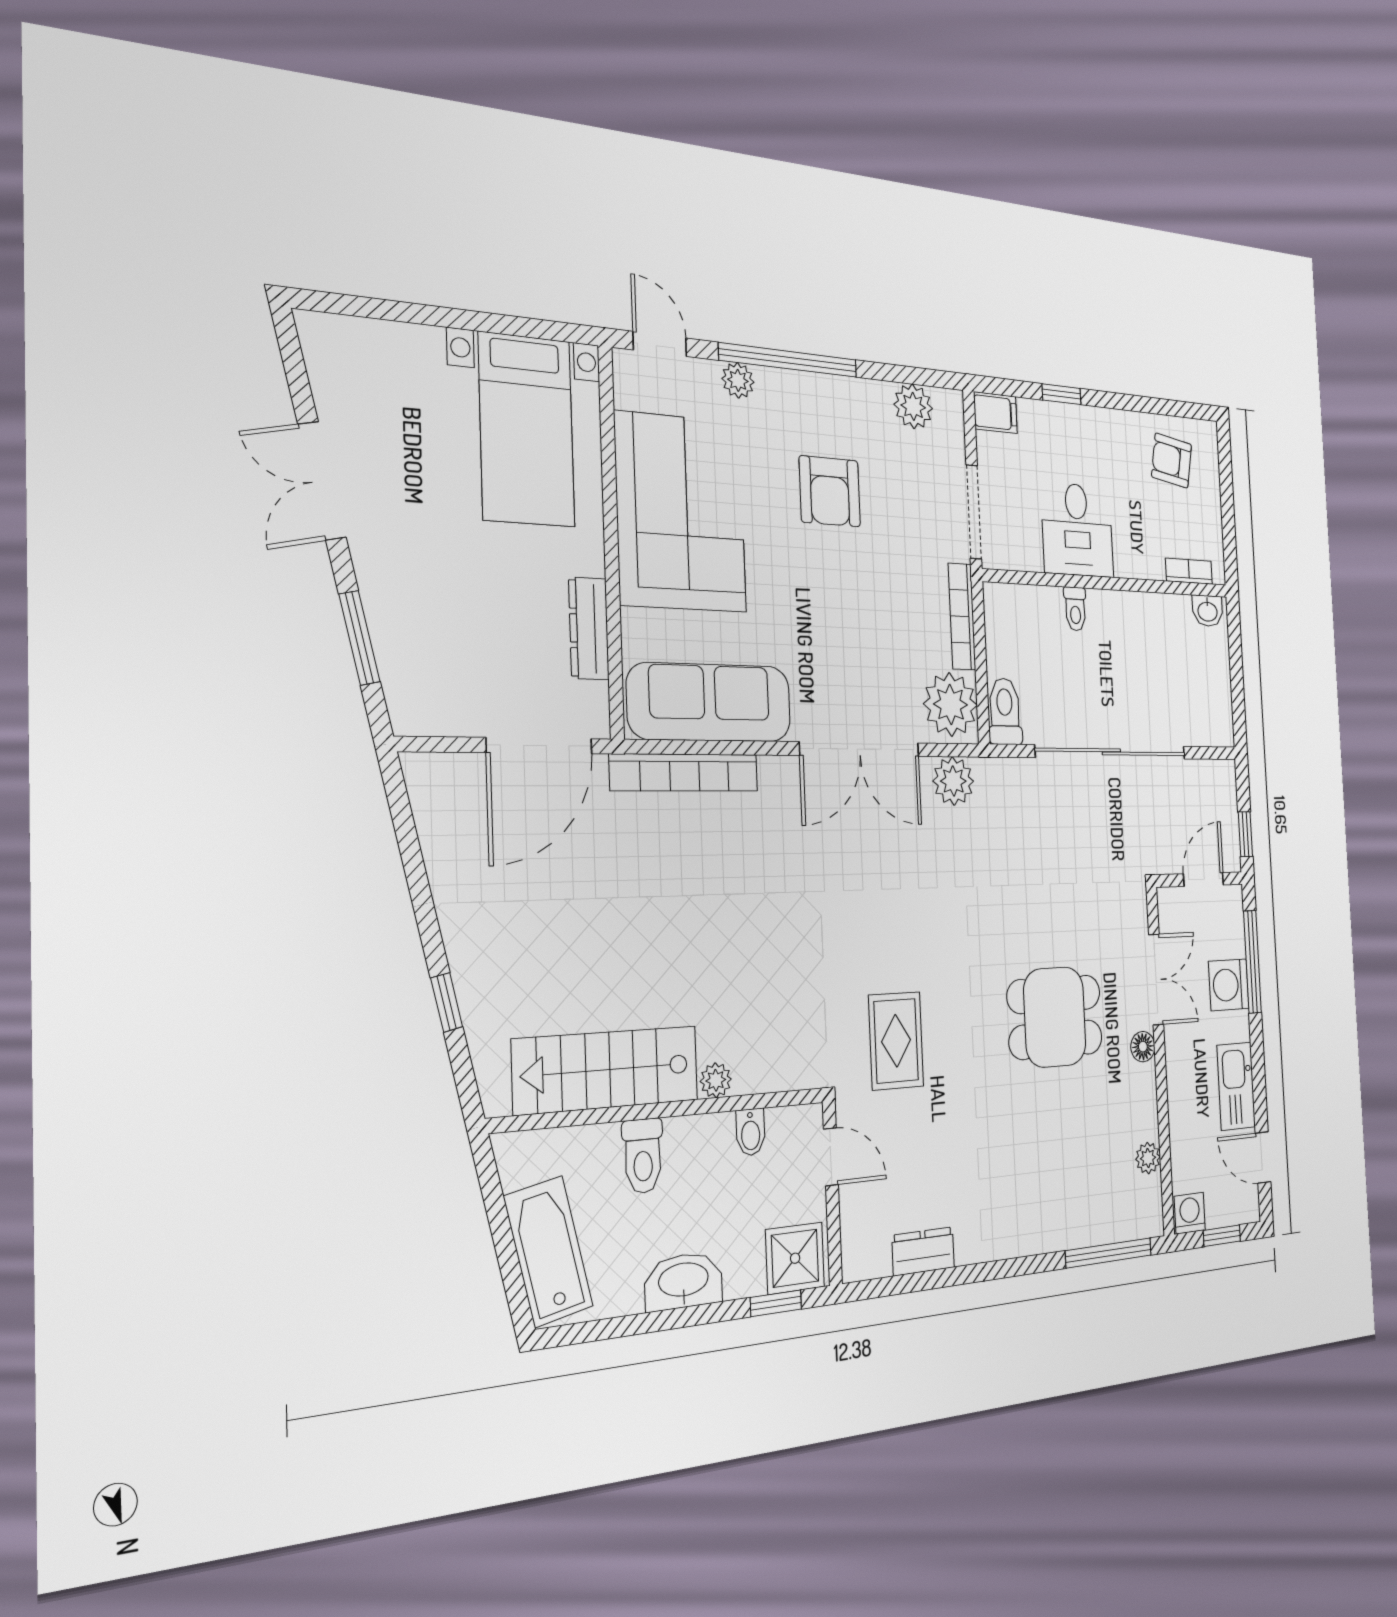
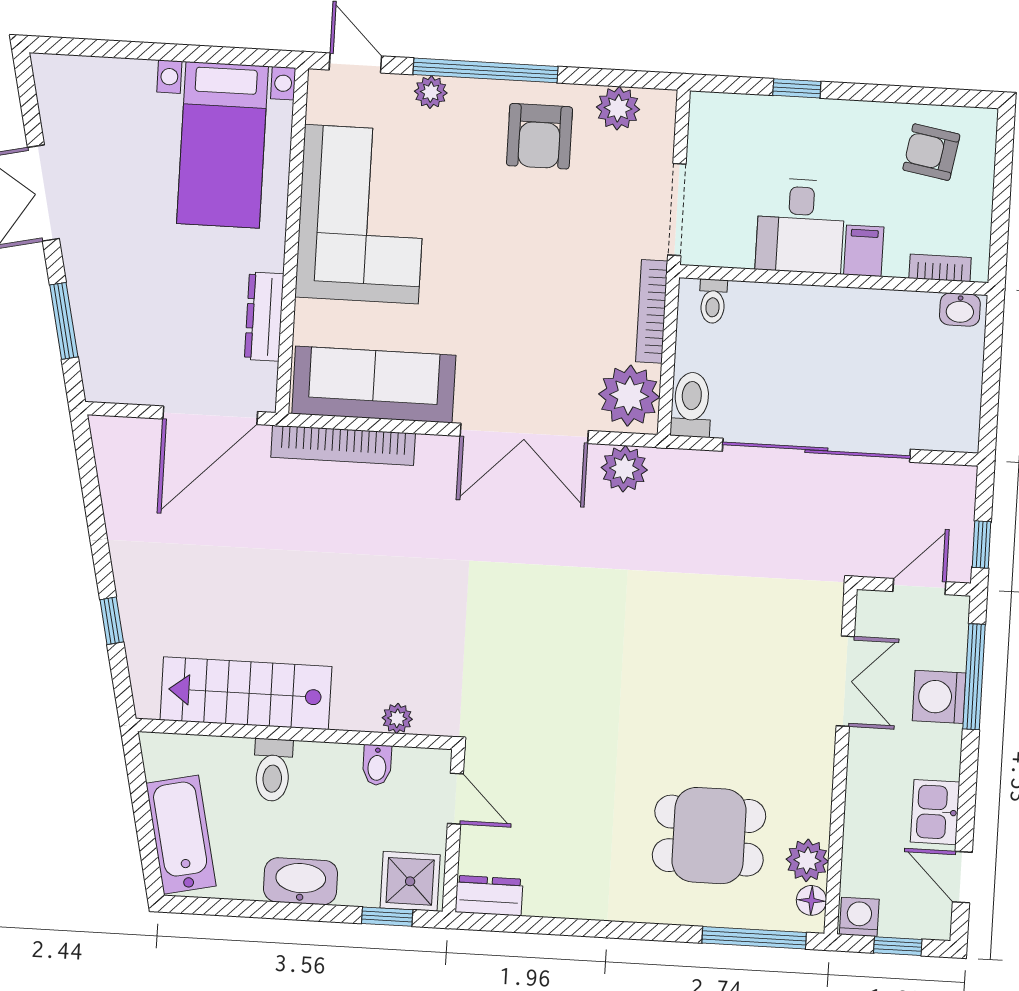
filing cabinet: (995, 413) -> (864, 251), moved, turned -90
armchair: (830, 491) -> (539, 136), moved
toilet: (1075, 609) -> (713, 301), moved
dining table: (1055, 1017) -> (709, 836), moved
rug: (896, 1041) -> (535, 704), removed
floor lamp: (1143, 1047) -> (811, 900), moved
plant: (716, 1080) -> (397, 718), moved
kitchen sink: (1236, 1086) -> (935, 812), width x0.73
plant: (1148, 1158) -> (807, 860), width x1.38, depth x1.38
dresser: (923, 1251) -> (489, 896), moved

